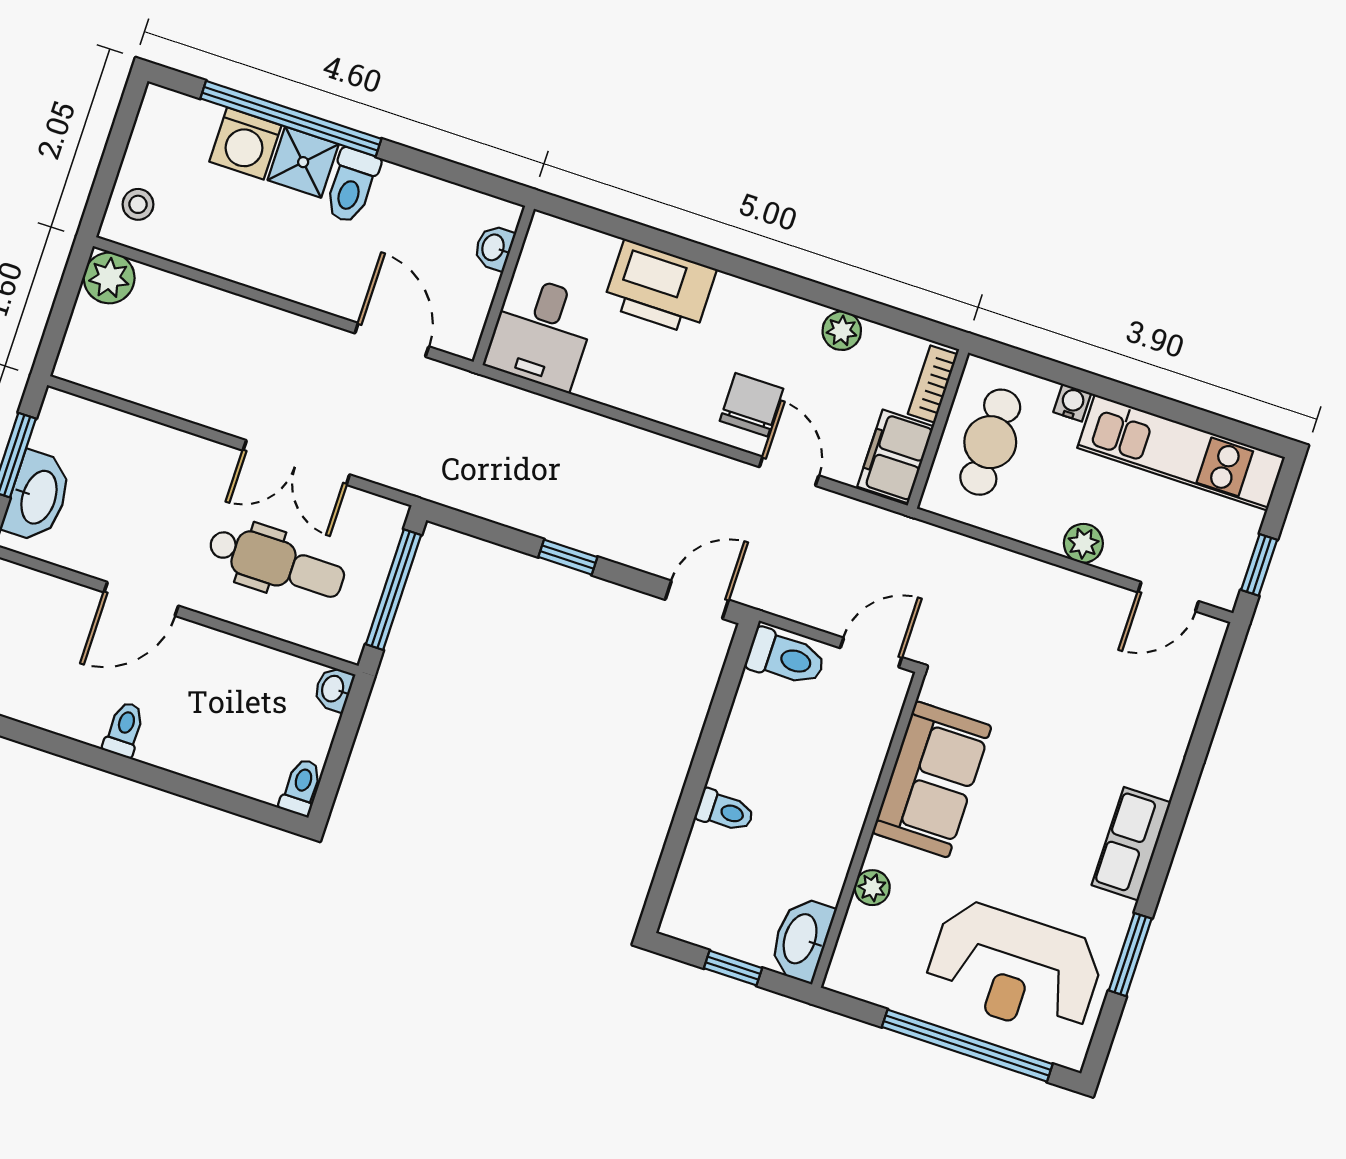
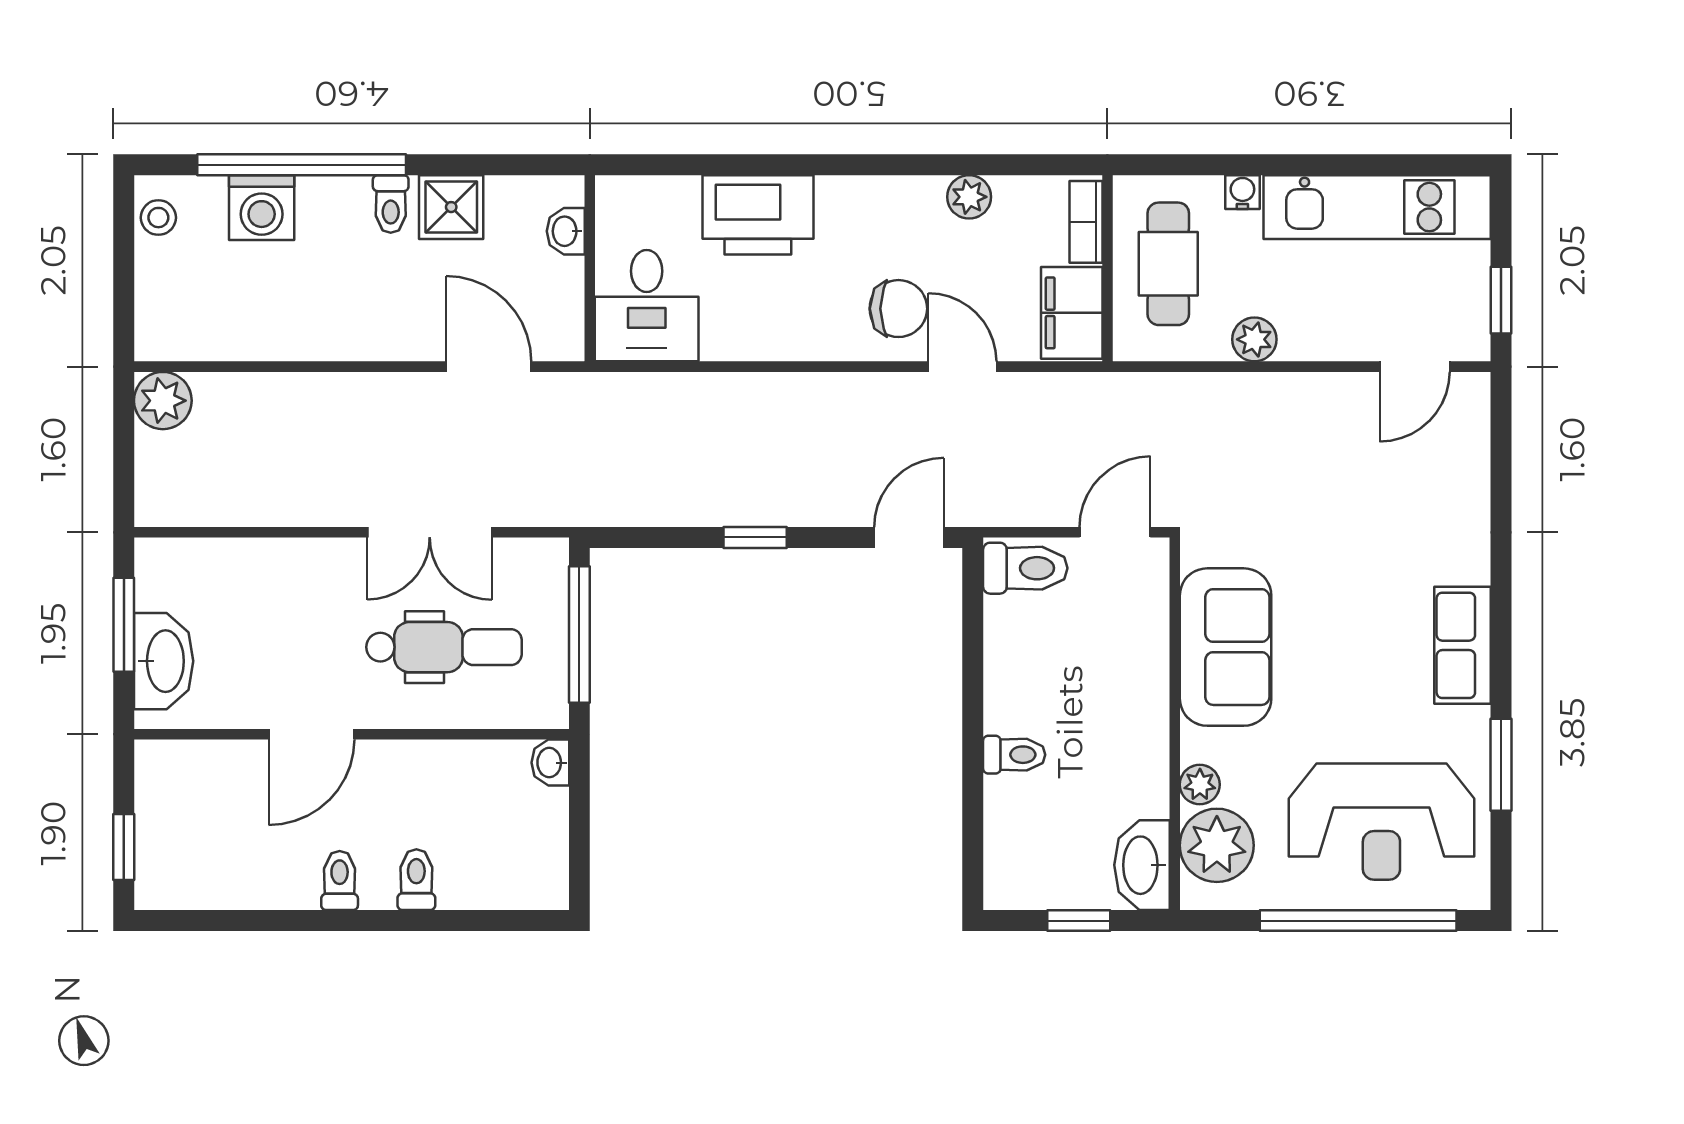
shower: (303, 162) -> (451, 207), moved
toilet: (352, 186) -> (391, 204), width x0.73, depth x0.72
stool: (138, 204) -> (158, 218), moved
chair: (752, 405) -> (898, 309), turned 90
plant: (1083, 543) -> (1254, 339), moved
toilet: (301, 787) -> (416, 880), moved
plant: (870, 943) -> (1217, 845), added

